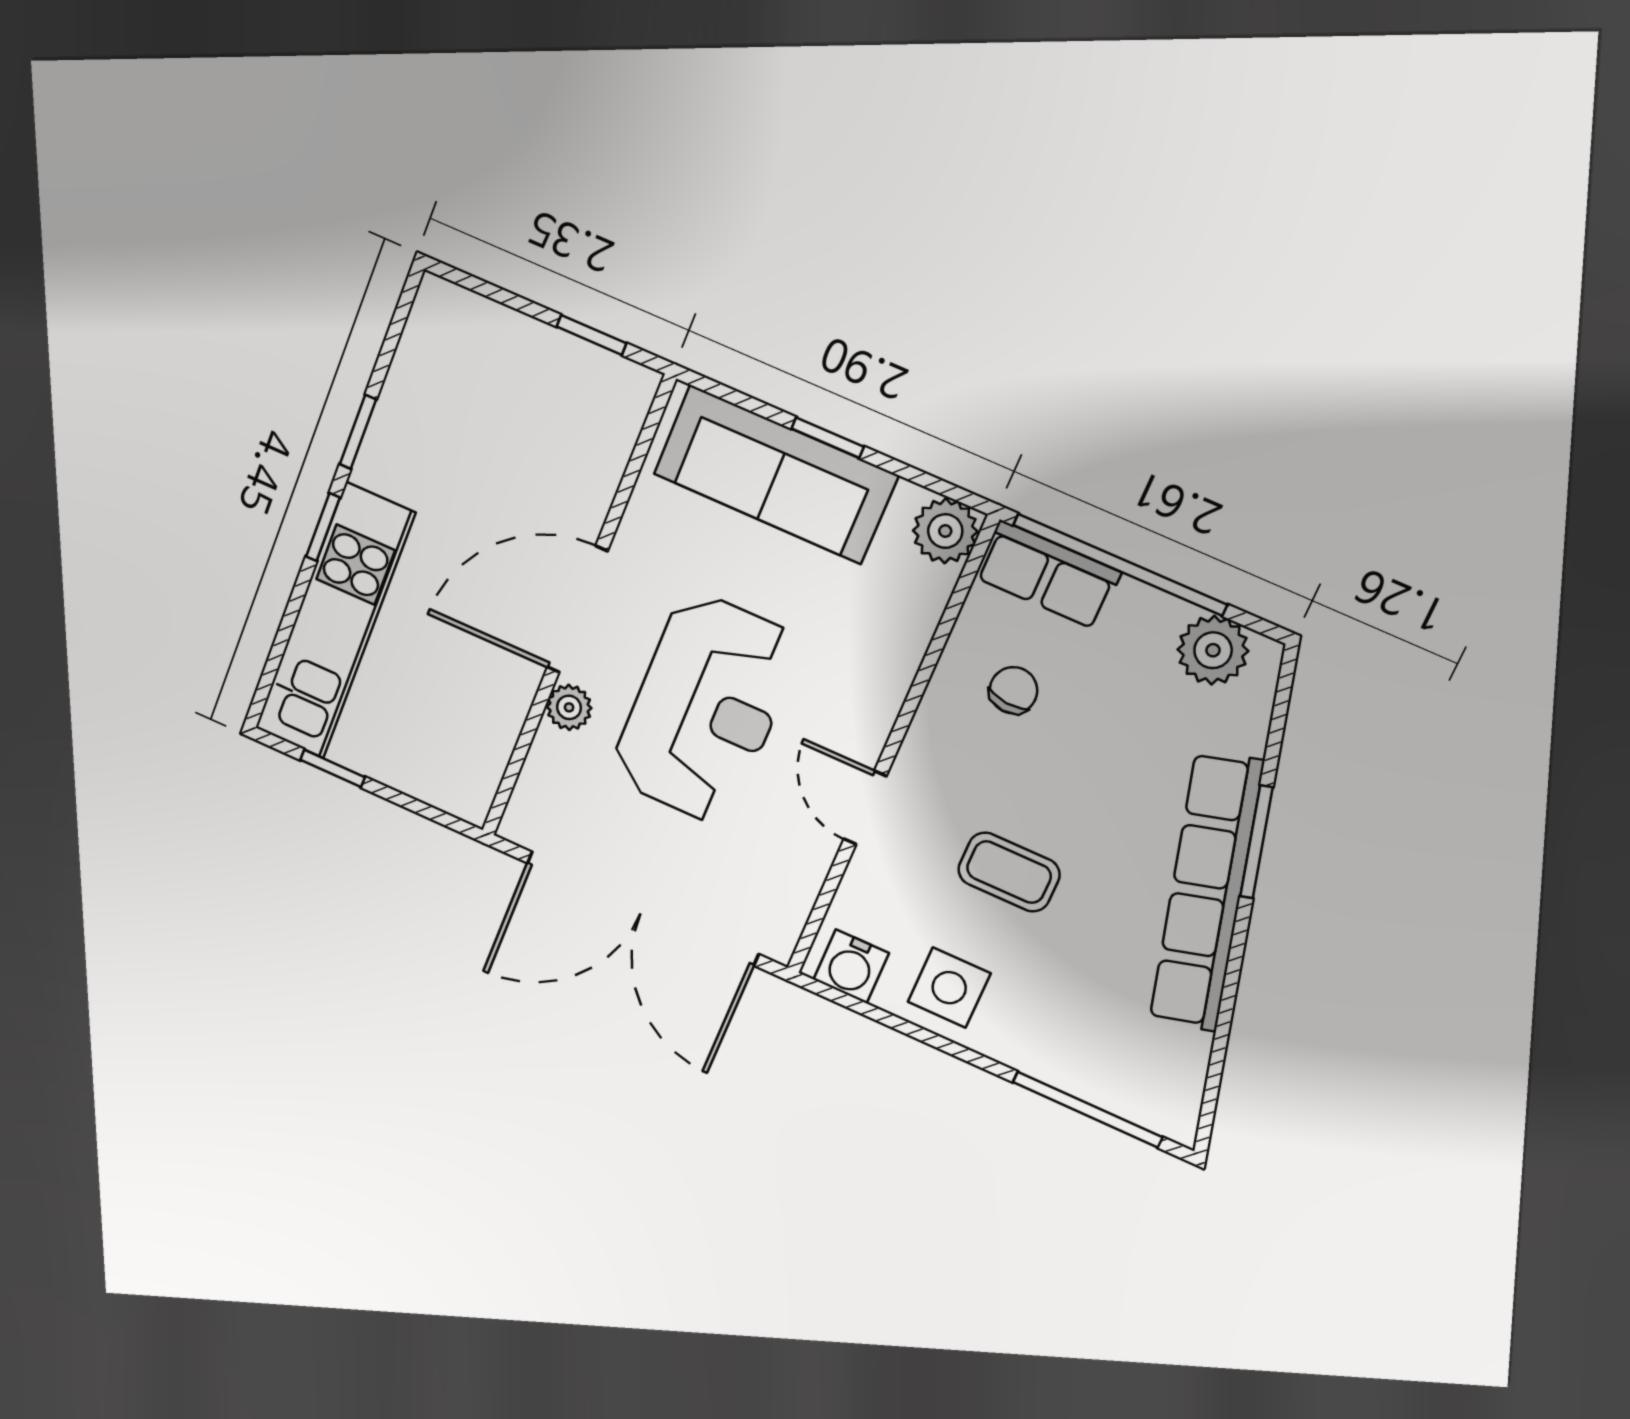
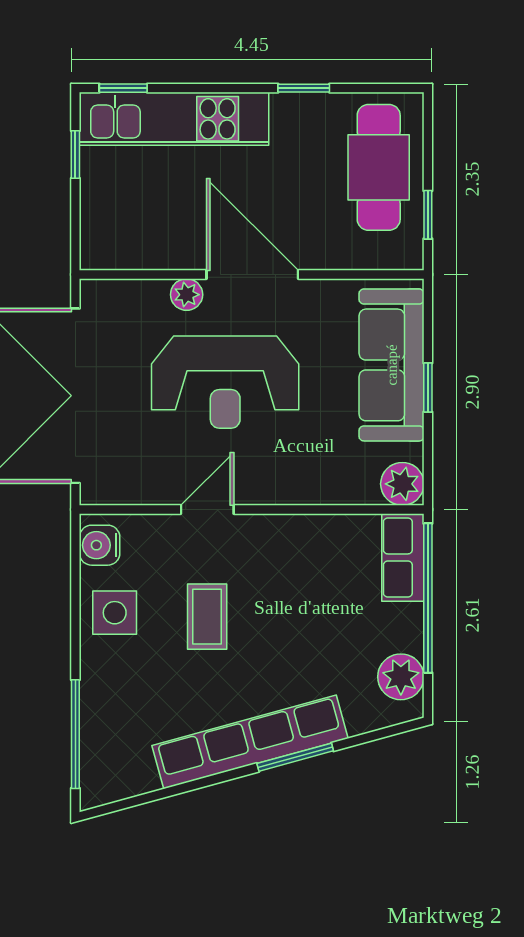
cafe table: (501, 376) -> (379, 167), added
window: (323, 527) -> (123, 88), moved
chair: (1013, 690) -> (323, 568), removed

